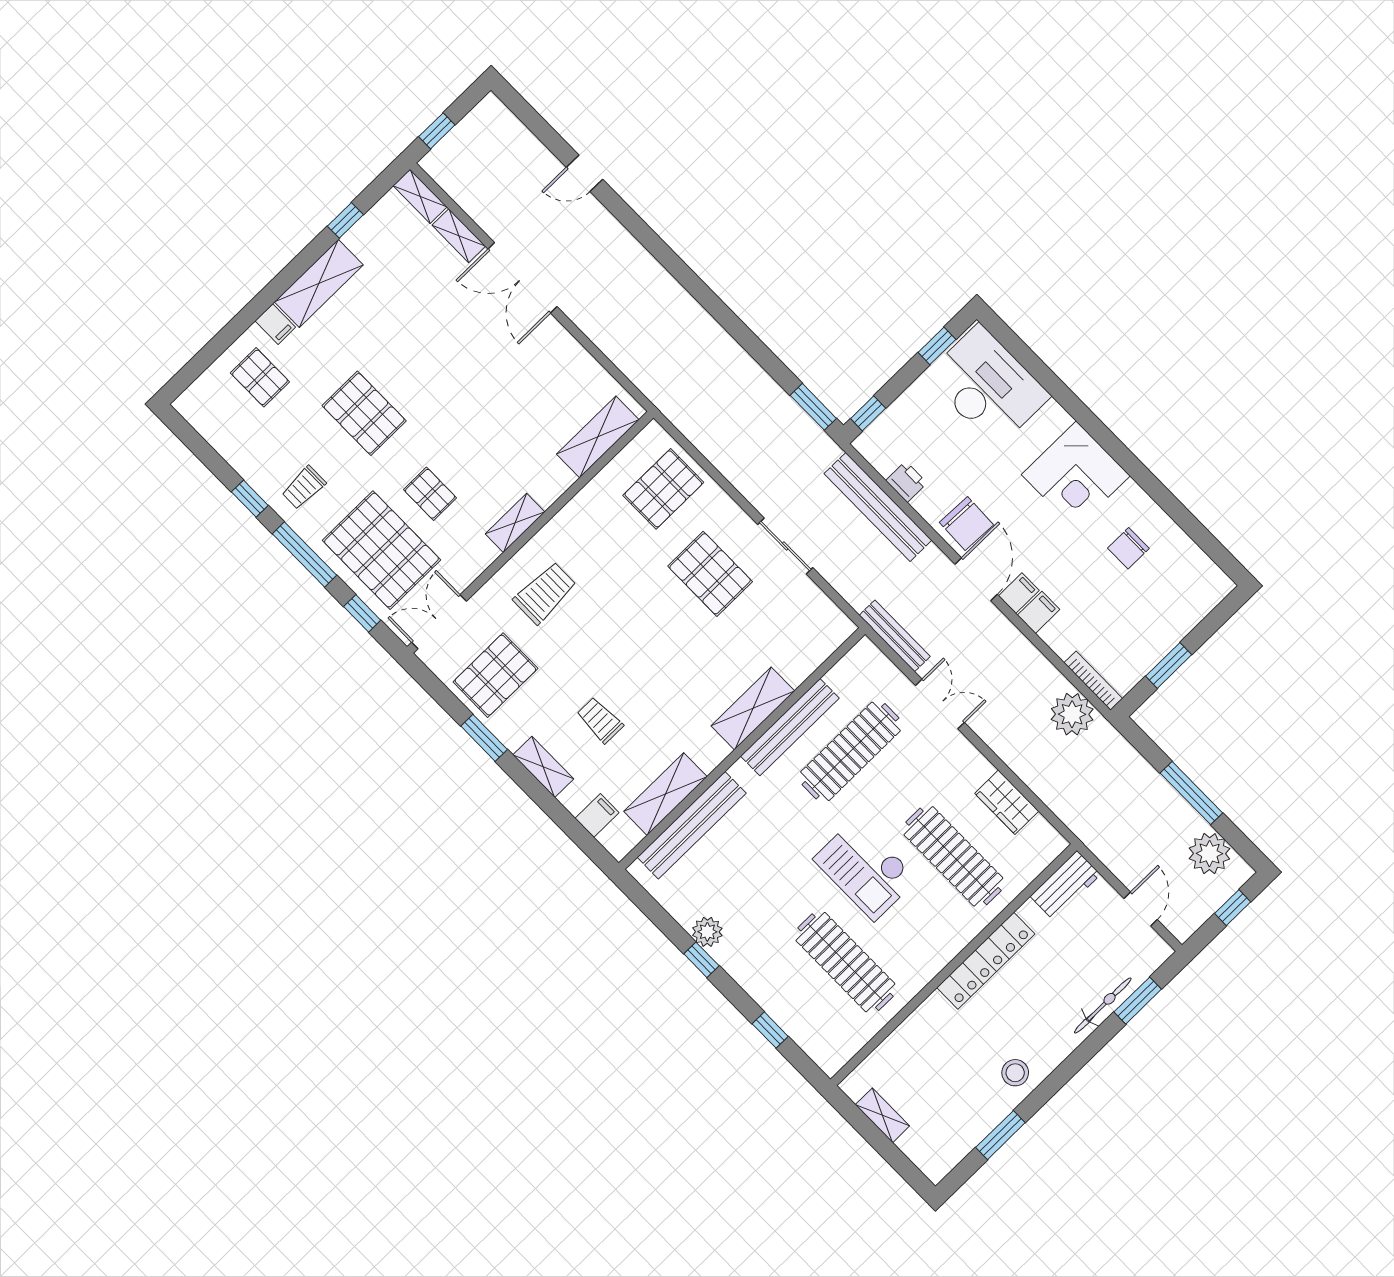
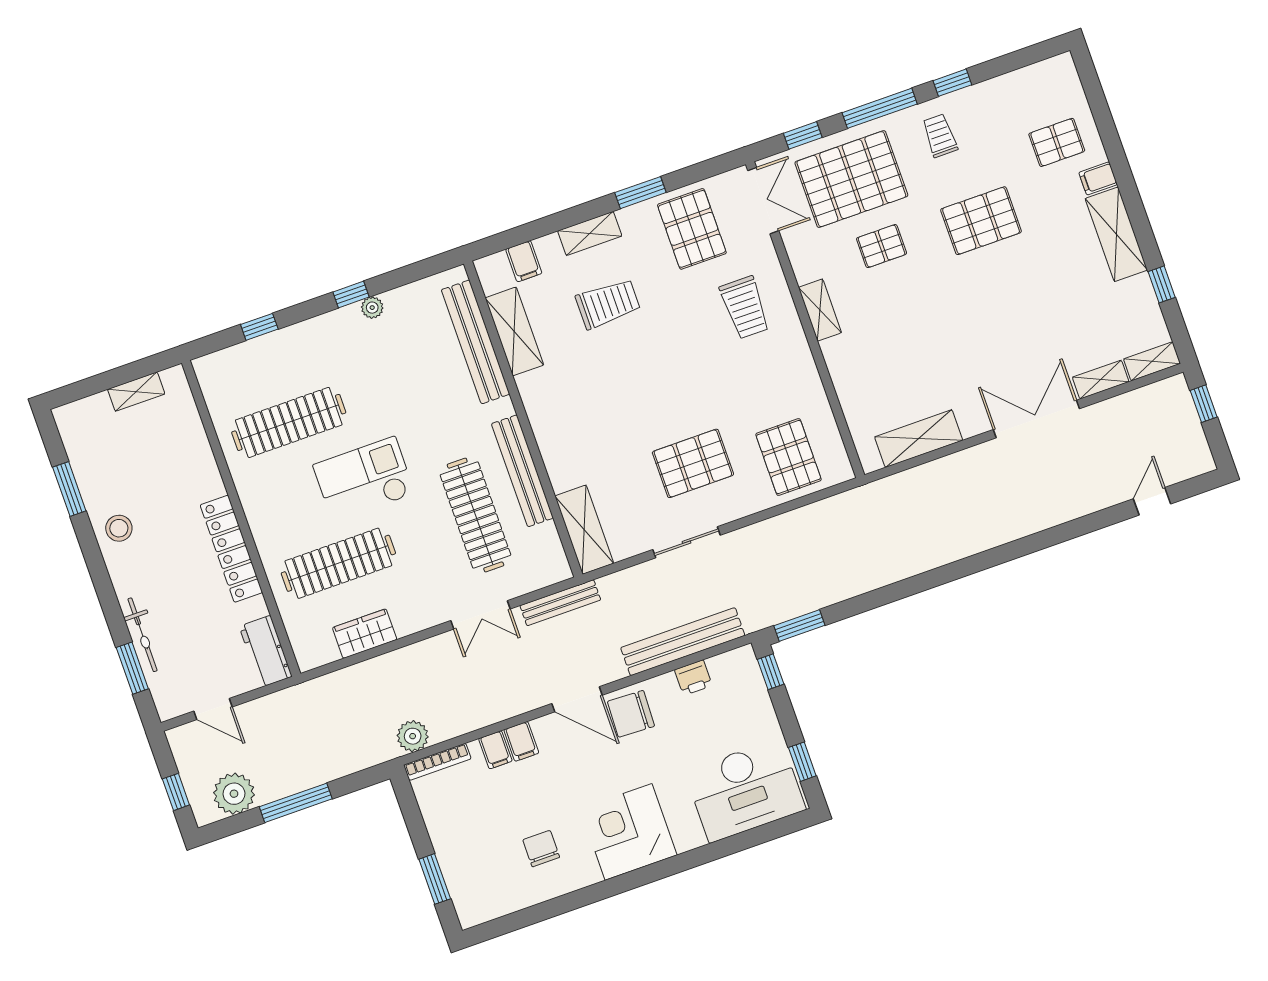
door: (585, 173) -> (1152, 501), moved
shelving: (598, 437) -> (919, 439), moved, turned 90
filing cabinet: (1019, 593) -> (495, 750), moved
window: (1169, 665) -> (435, 879), moved
shelving: (753, 708) -> (584, 530), moved
plant: (1072, 714) -> (413, 736), width x0.73, depth x0.73
trolley: (600, 720) -> (608, 304), width x1.36, depth x1.39
plant: (707, 932) -> (372, 308), width x0.73, depth x0.73

